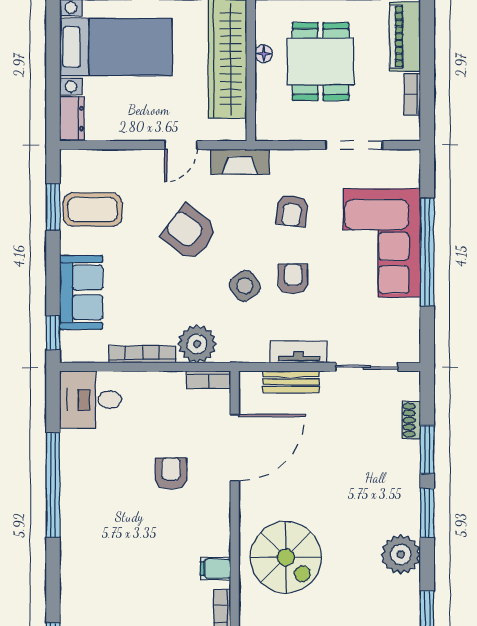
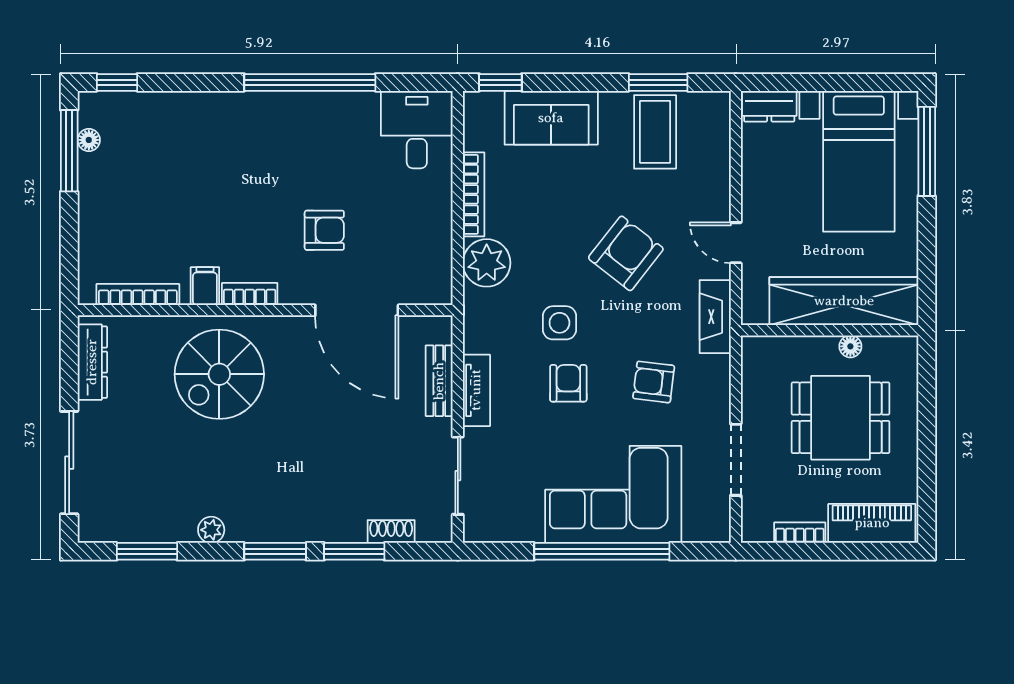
armchair: (293, 279) -> (568, 383), turned -90
side table: (245, 286) -> (559, 323), turned 36
bookcase: (209, 380) -> (250, 294), moved, turned 90
plant: (401, 555) -> (211, 530), width x0.53, depth x0.53

